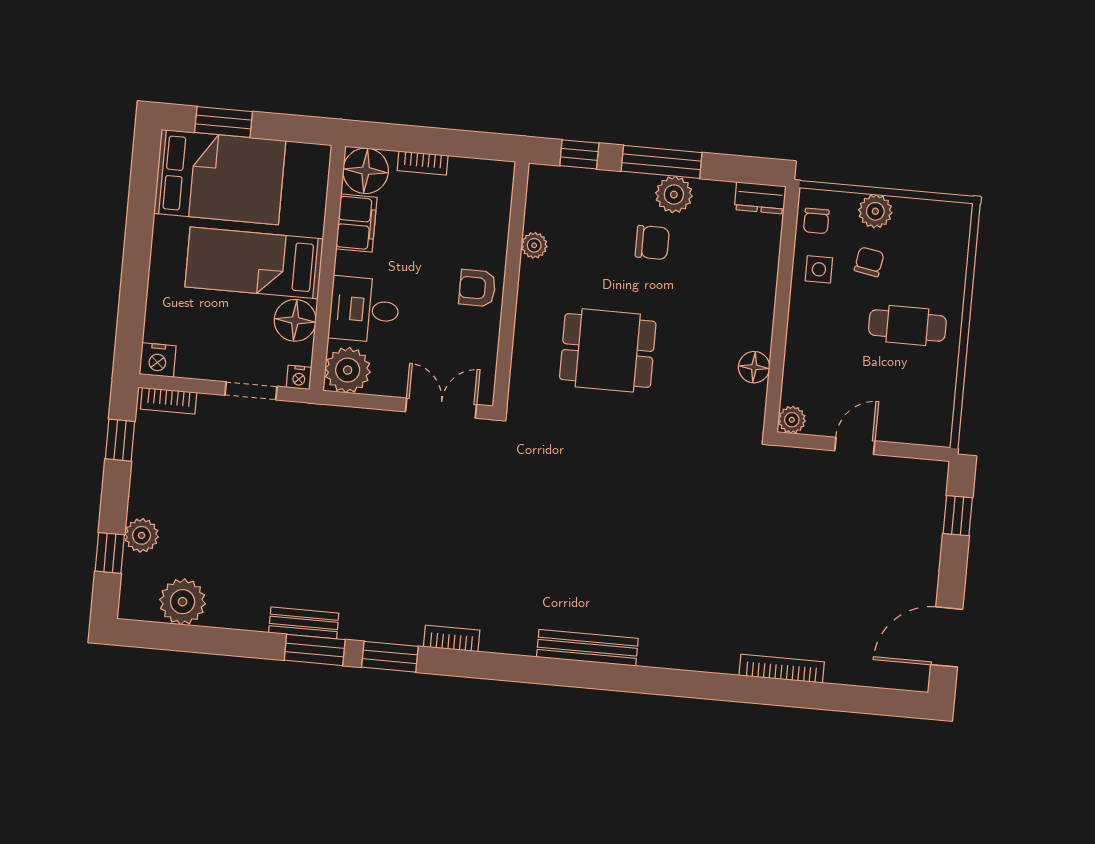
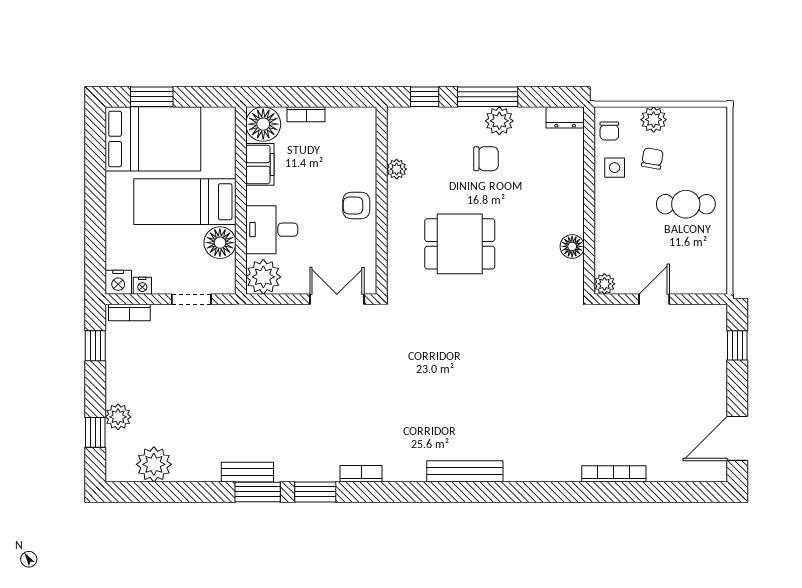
nightstand: (299, 377) -> (142, 286), moved

